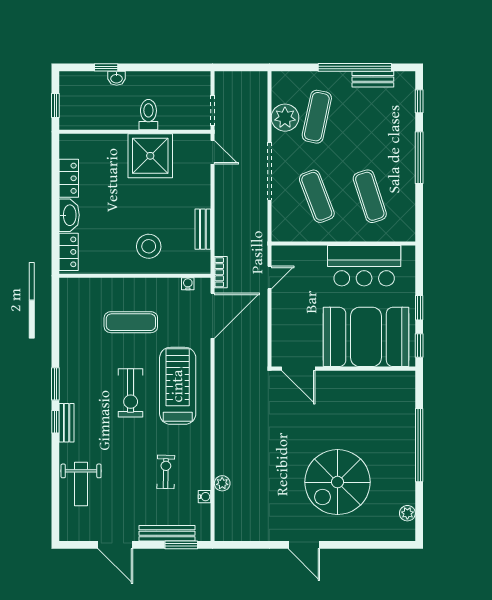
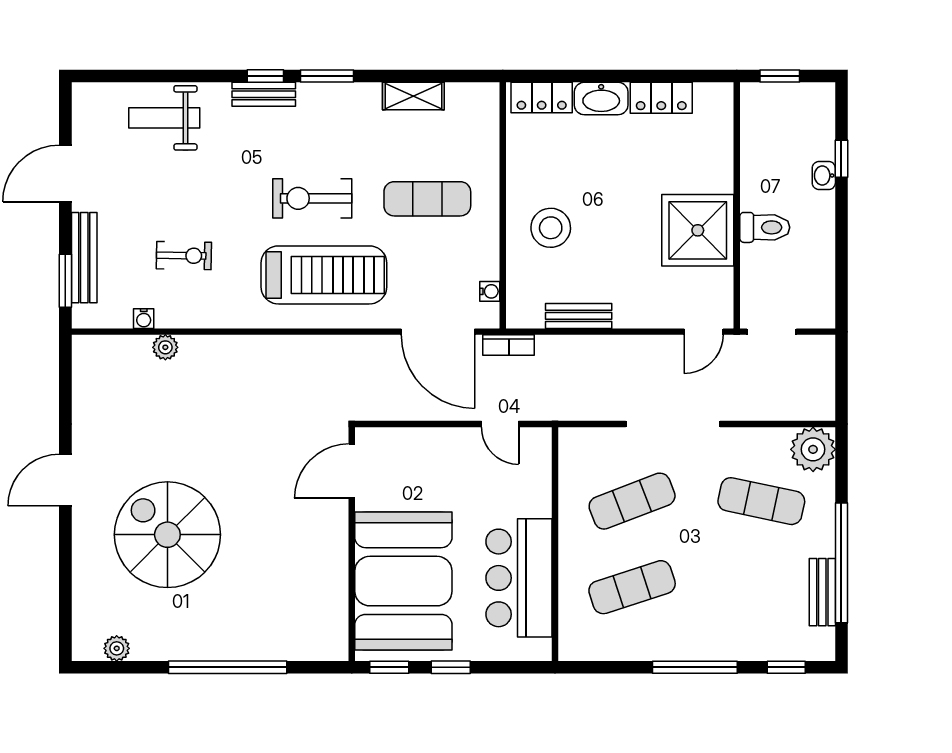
plant: (285, 118) -> (813, 449), moved
exercise mat: (131, 322) -> (427, 199), turned 90
shelving: (68, 331) -> (413, 96), added

